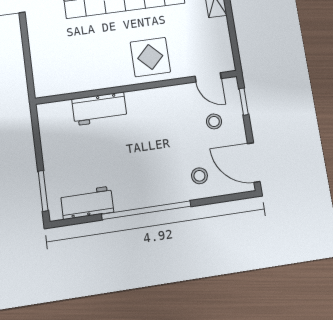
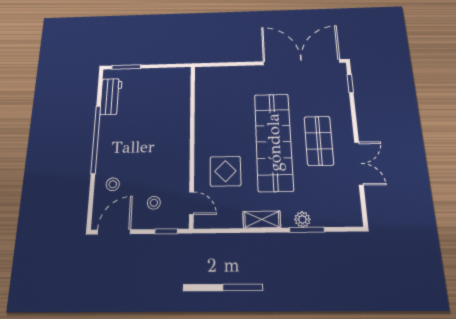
display table: (150, 57) -> (225, 171), moved
door: (208, 77) -> (191, 203), swing flipped
workbench: (99, 109) -> (180, 113), removed

